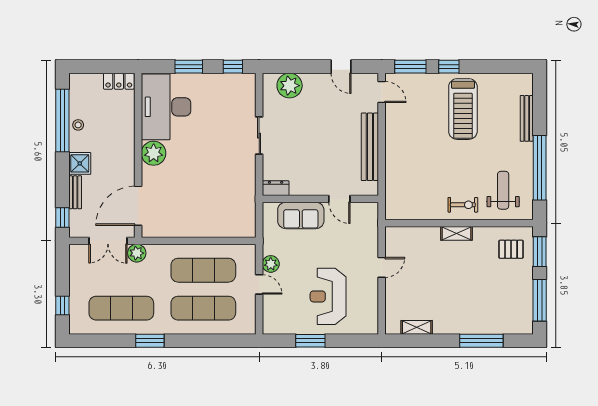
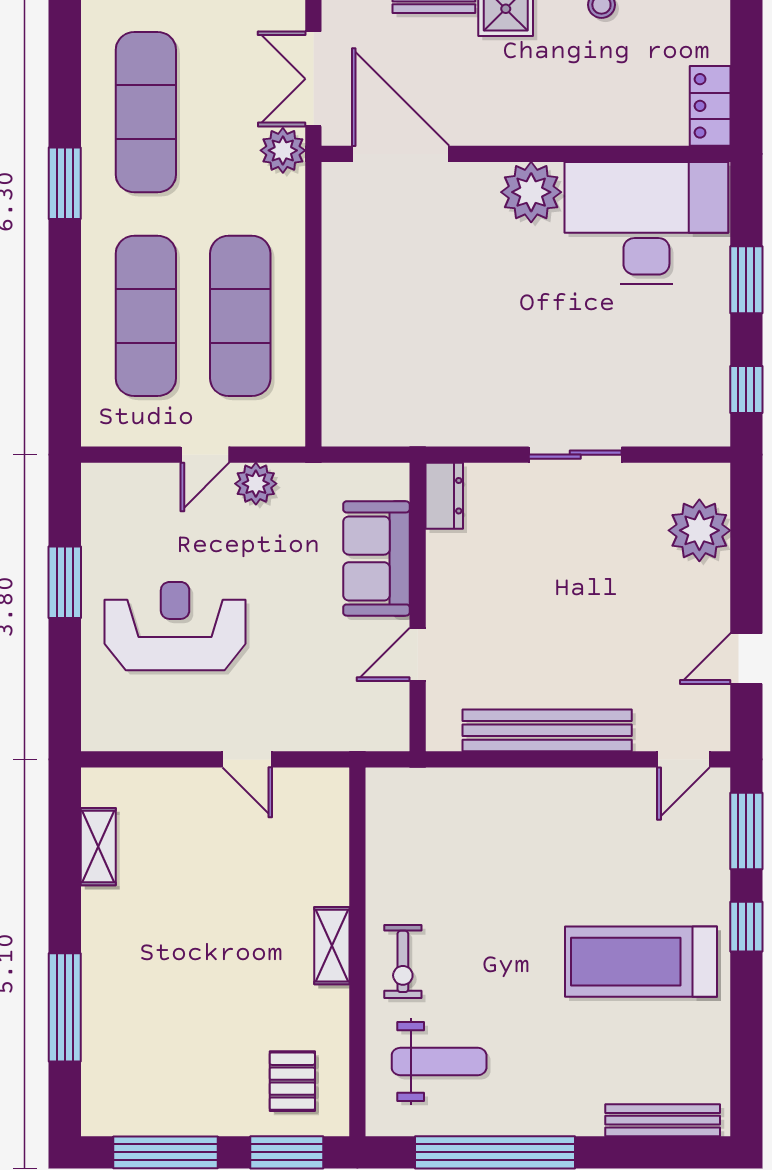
bench: (527, 118) -> (663, 1120), moved

